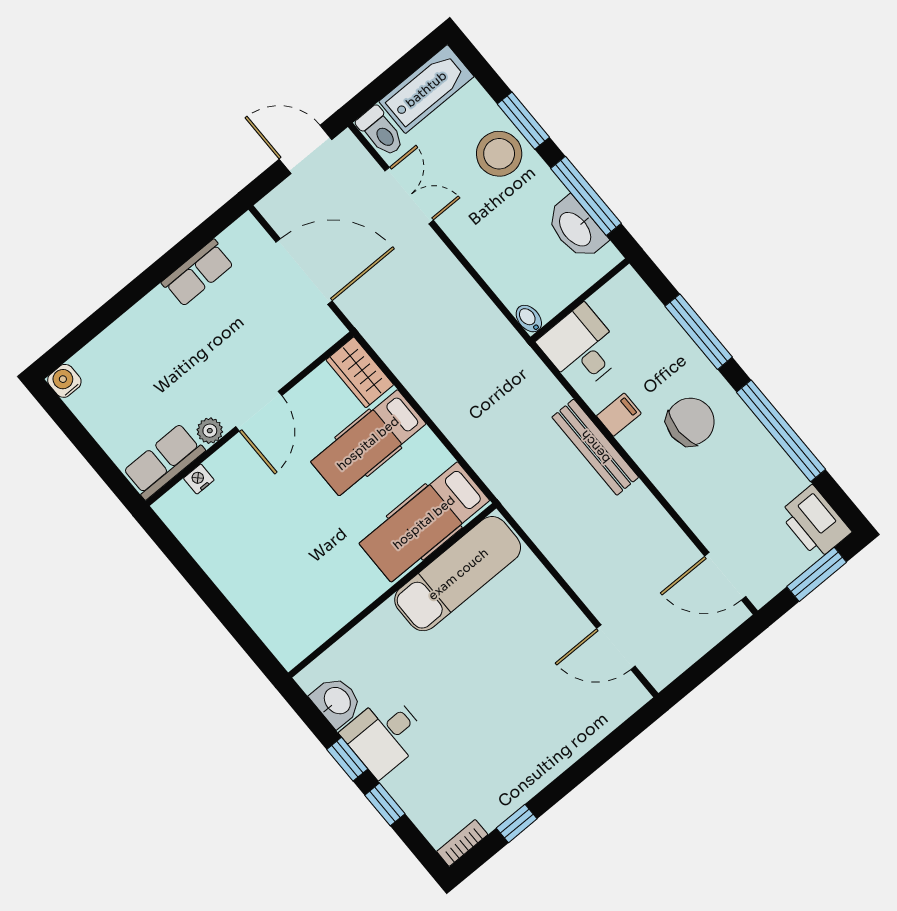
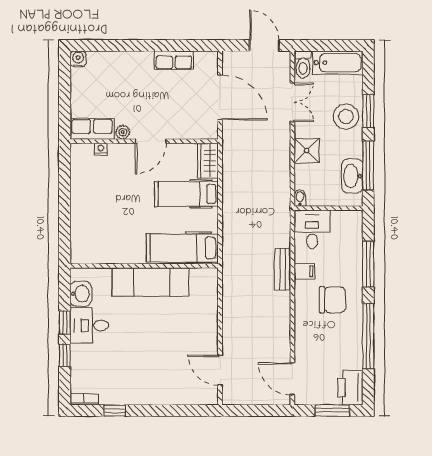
shower: (484, 246) -> (307, 151), added
bench: (595, 447) -> (283, 269), width x0.73
exam couch: (458, 574) -> (151, 282), moved

